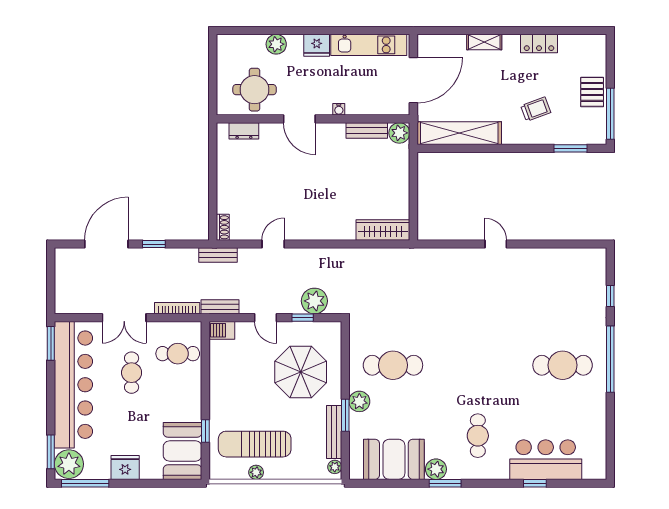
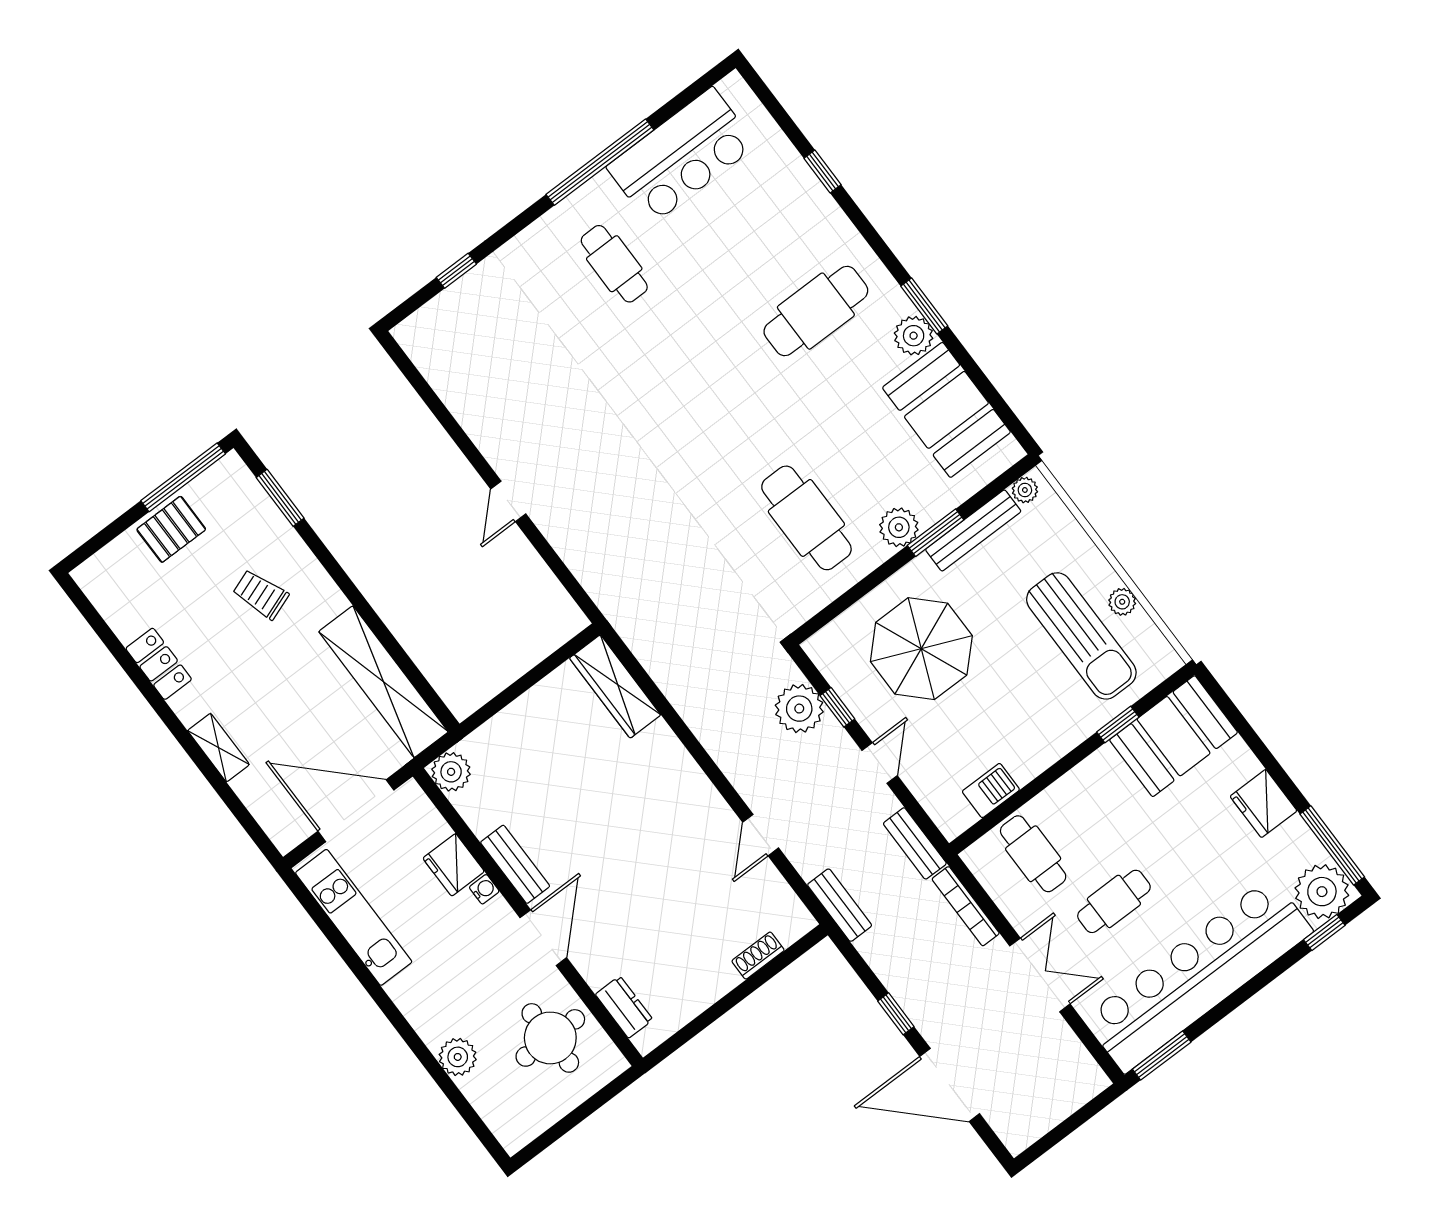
fridge: (317, 45) -> (454, 865), moved, turned 180
bench: (367, 130) -> (515, 864), moved
shoe rack: (223, 227) -> (758, 956), moved
door: (273, 244) -> (761, 835), hinge flipped
barbecue: (222, 330) -> (991, 791), moved, turned -90
window: (610, 359) -> (600, 162), moved
cafe table: (563, 365) -> (614, 264), width x0.73, depth x0.74
cafe table: (478, 436) -> (816, 311), width x1.37, depth x1.35
window: (51, 452) -> (1324, 933), width x0.67
bar counter: (546, 460) -> (682, 156), moved, turned -90

